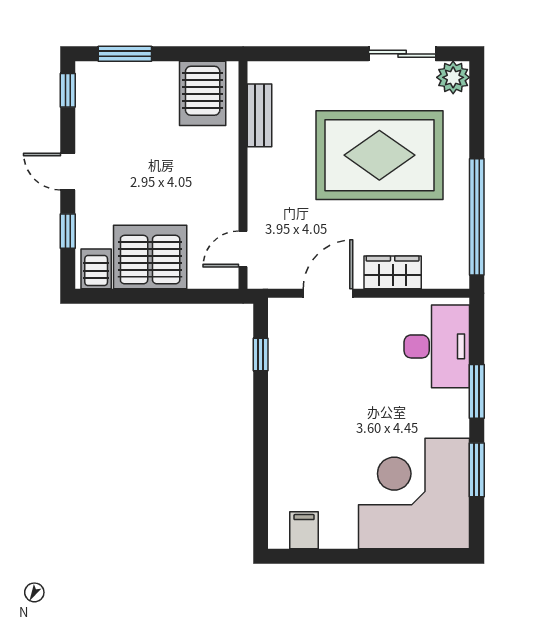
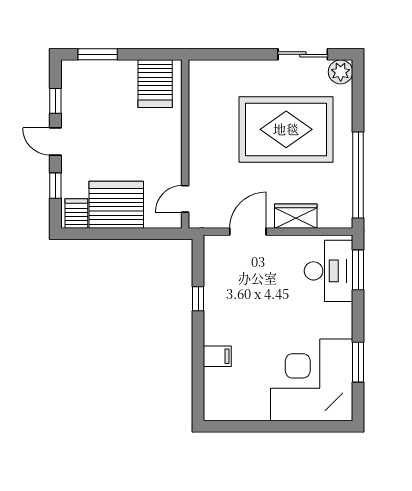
window: (68, 90) -> (55, 101), moved
bench: (260, 115) -> (197, 100), removed
window: (261, 354) -> (198, 299), moved
window: (477, 391) -> (358, 270), moved
filing cabinet: (304, 530) -> (217, 356), moved, turned 90

